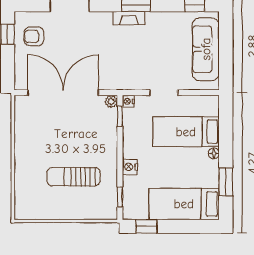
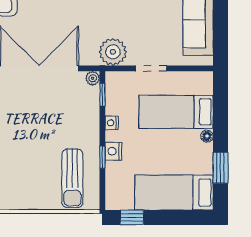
plant: (129, 78) -> (113, 52), added
nightstand: (128, 101) -> (112, 123), moved
sun lounger: (74, 177) -> (72, 178), moved, turned -90
window: (120, 197) -> (102, 157), moved

